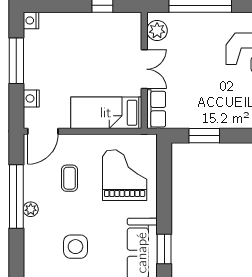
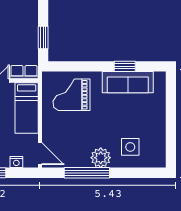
coffee table: (70, 178) -> (74, 134), removed
plant: (31, 209) -> (101, 158), width x1.87, depth x1.87
side table: (75, 247) -> (130, 147), moved

